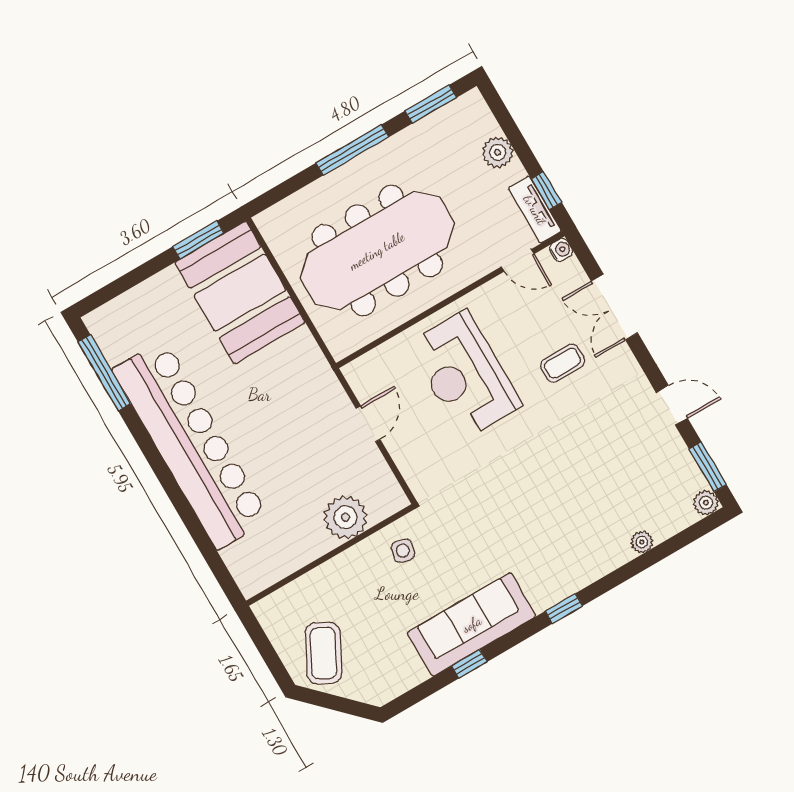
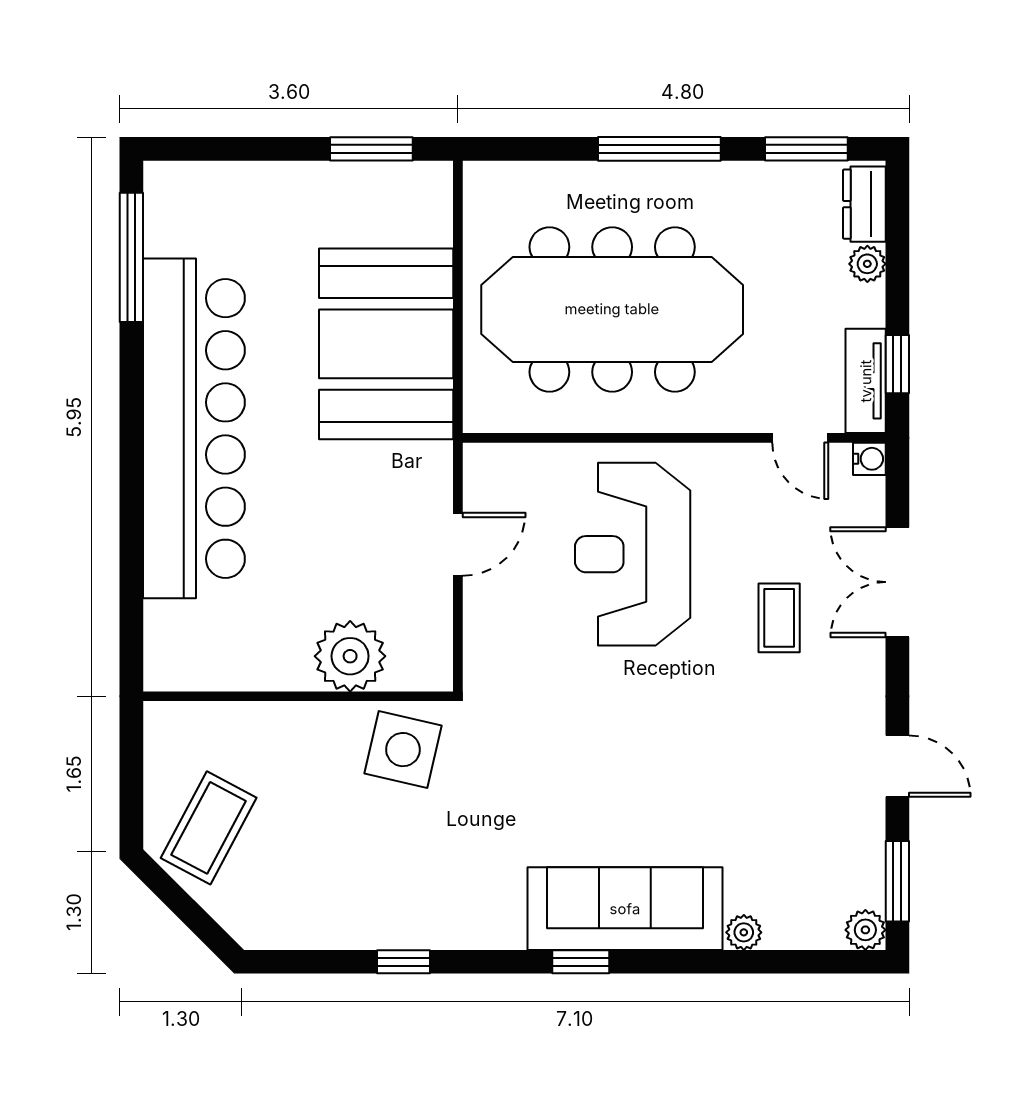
dresser: (479, 116) -> (864, 204), added
plant: (498, 152) -> (867, 264), width x0.73, depth x0.73
booth: (240, 293) -> (386, 344), moved
coffee table: (563, 363) -> (779, 618), turned 90
side table: (403, 551) -> (403, 750), width x1.87, depth x1.87
sofa: (472, 624) -> (625, 909), moved

